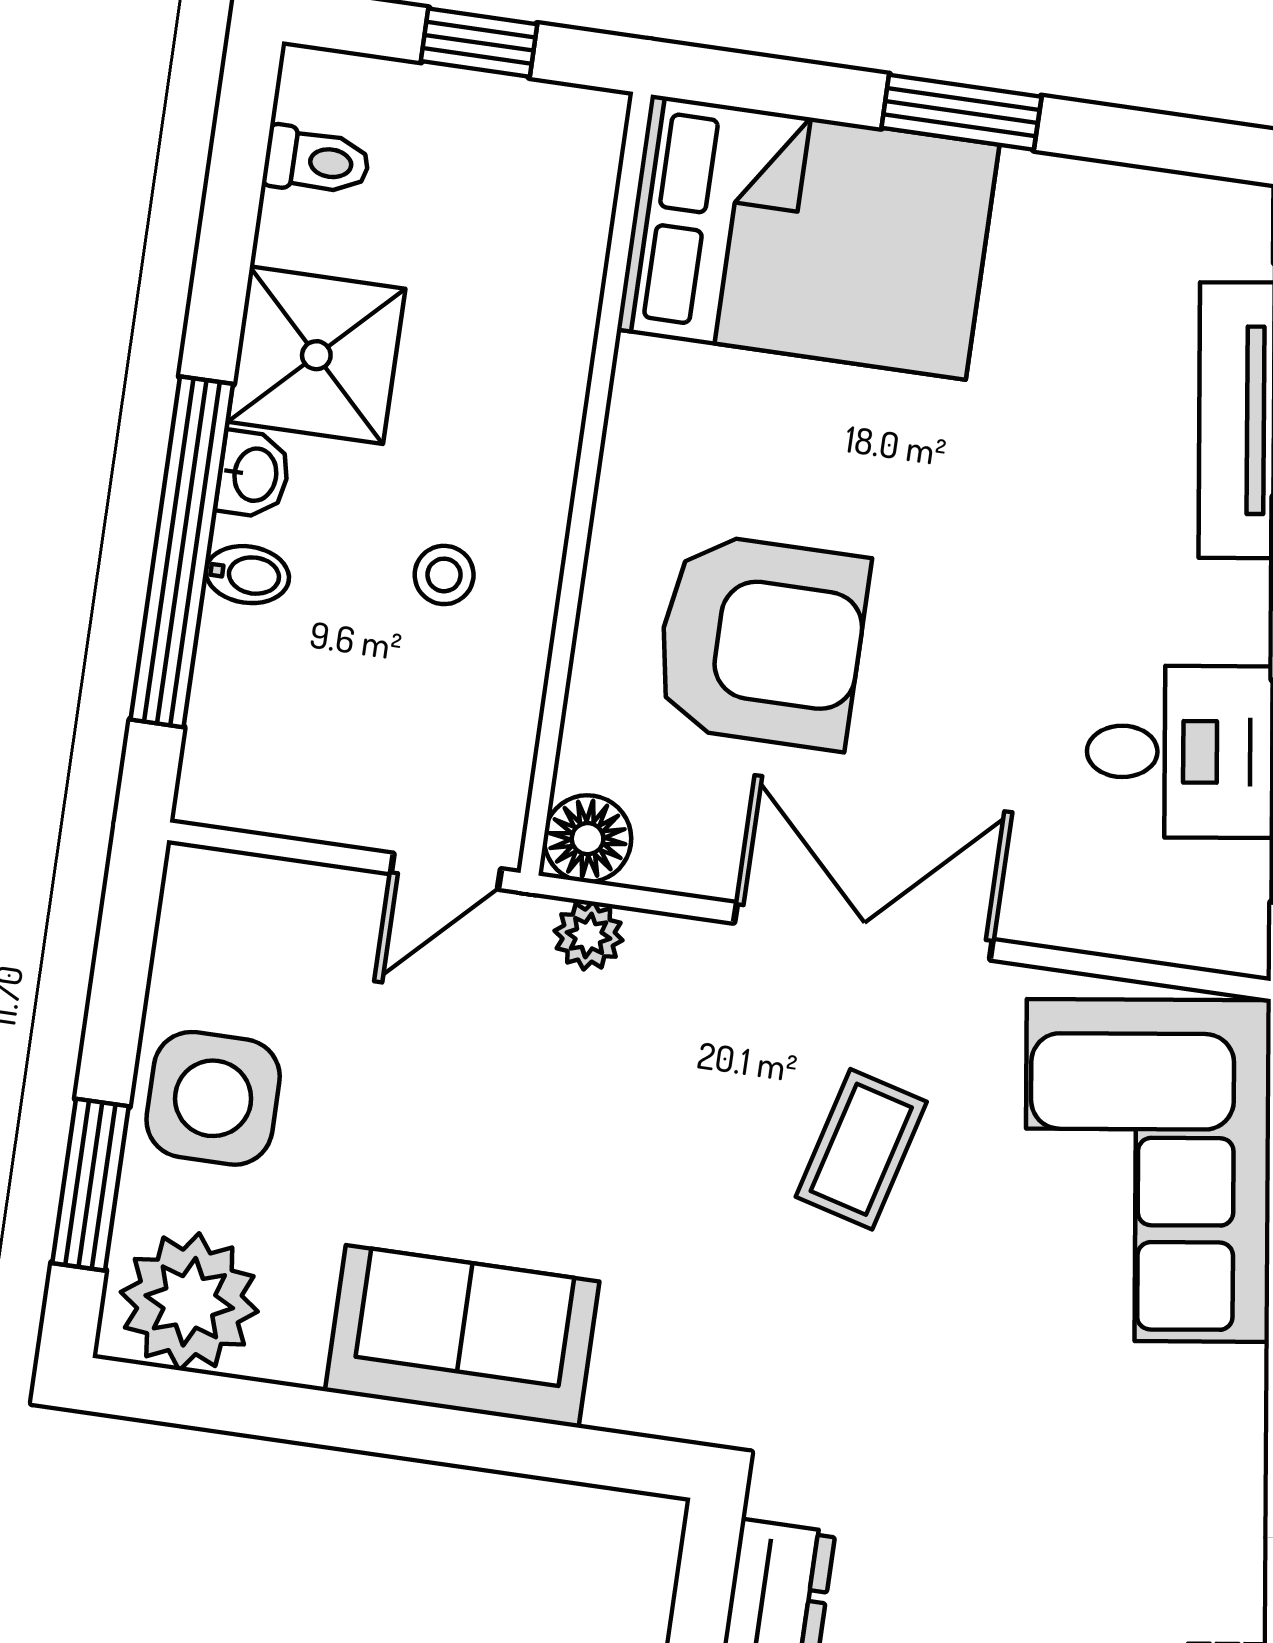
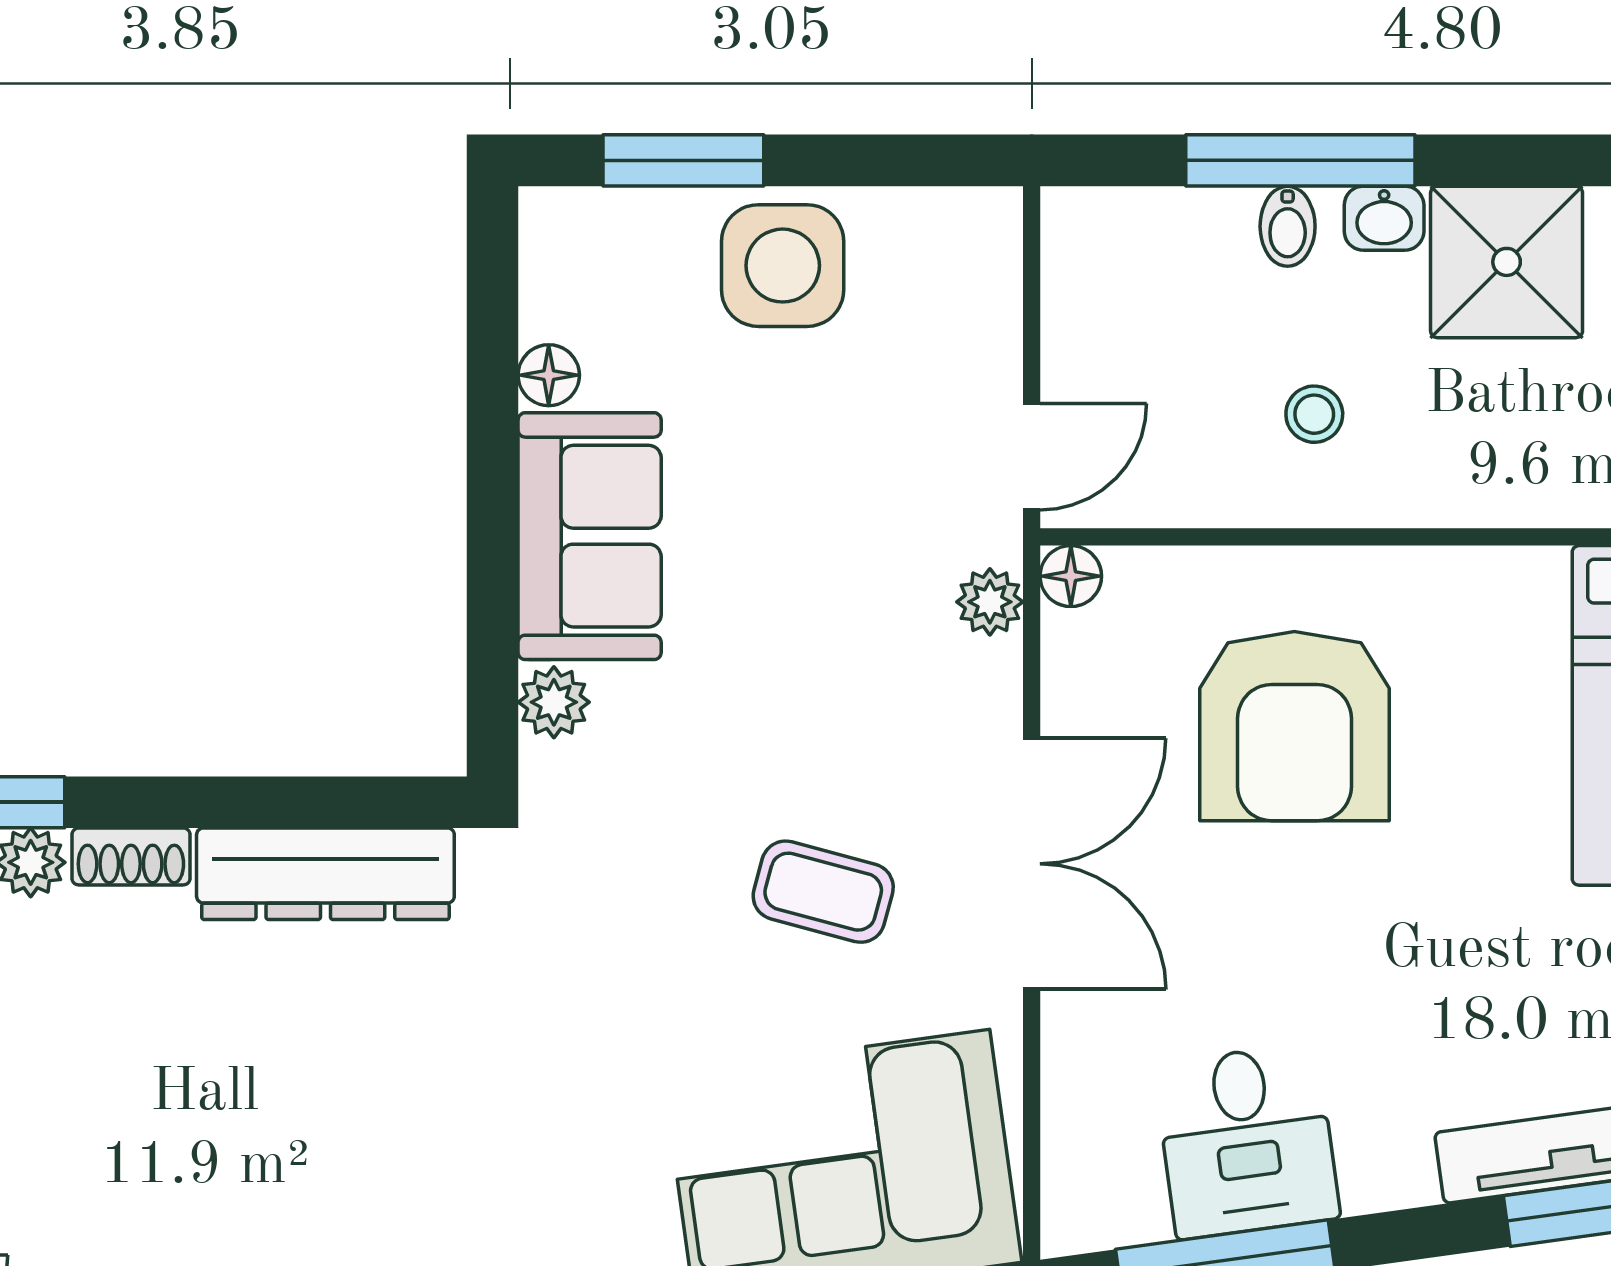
window: (182, 552) -> (1300, 160), width x0.68
floor lamp: (588, 839) -> (1071, 576), width x0.73, depth x0.73
door: (446, 871) -> (1032, 457), swing flipped
plant: (189, 1302) -> (554, 702), moved, width x0.53, depth x0.53
floor lamp: (291, 1354) -> (549, 375), added

